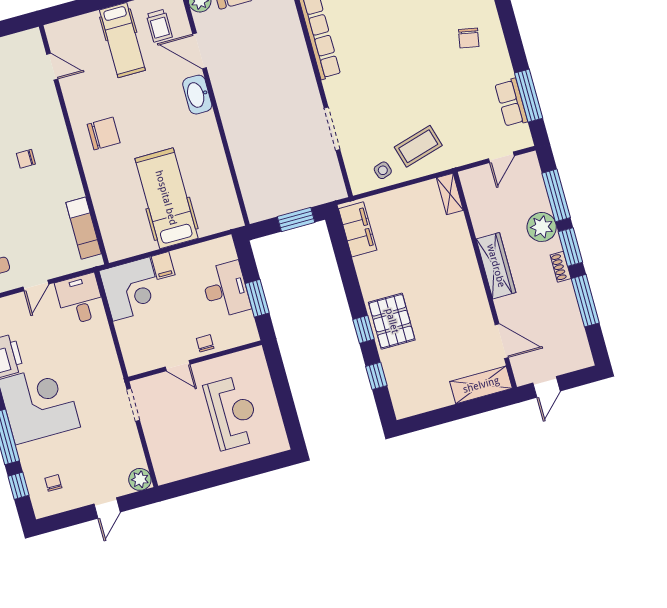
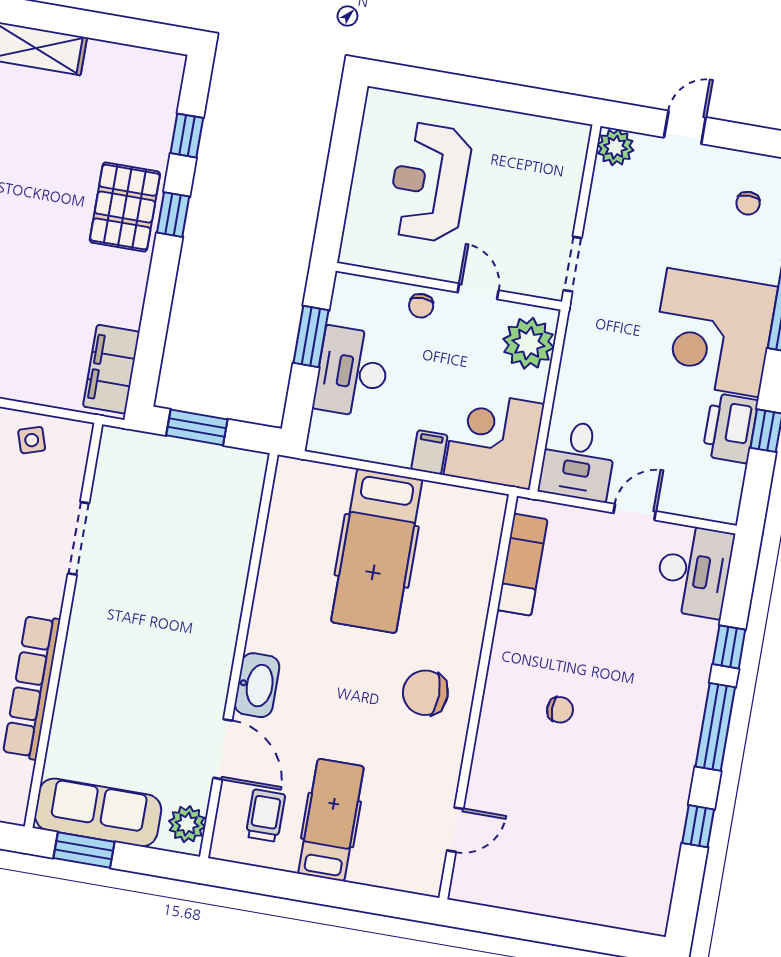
door: (52, 67) -> (455, 830), swing flipped
plant: (137, 350) -> (529, 343), added

